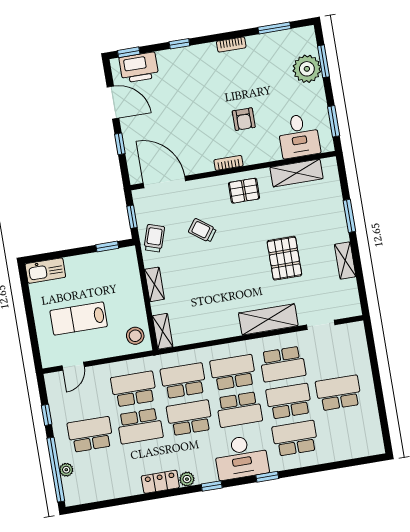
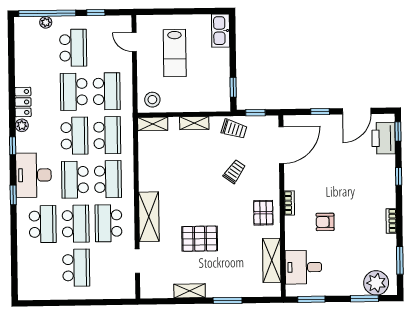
plant: (307, 69) -> (376, 283), moved
lab bench: (79, 319) -> (175, 53), turned 180

